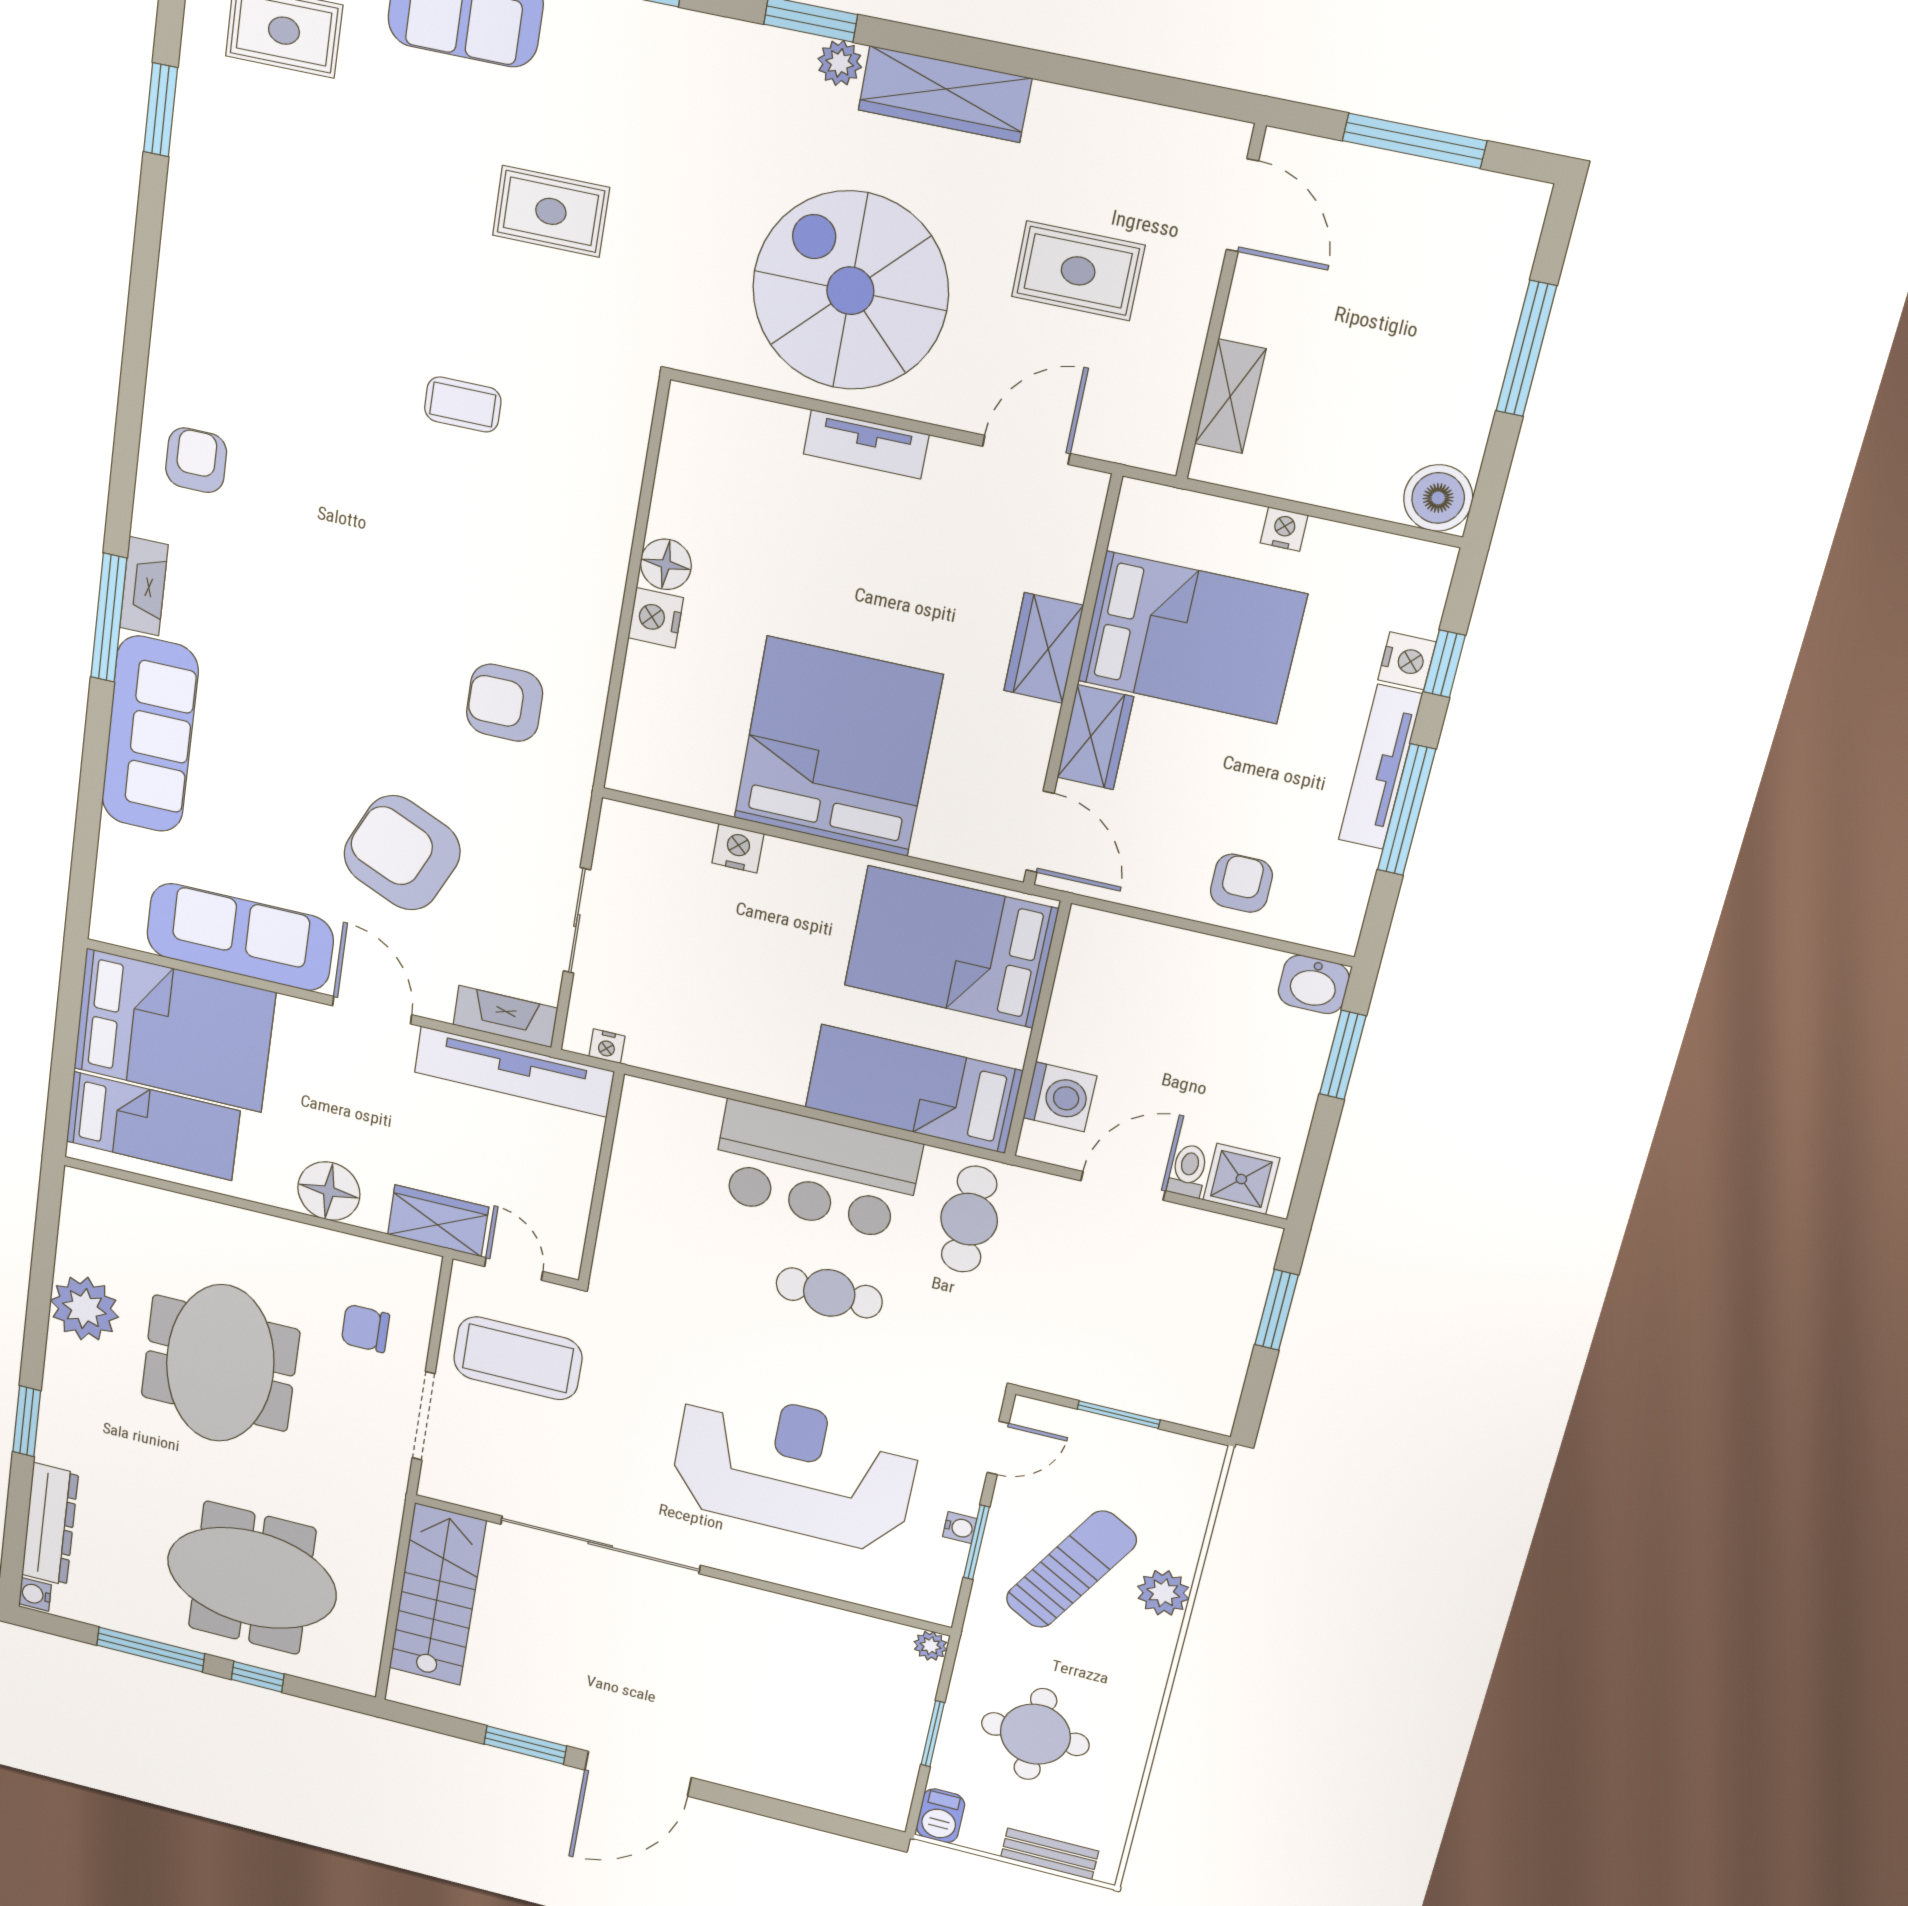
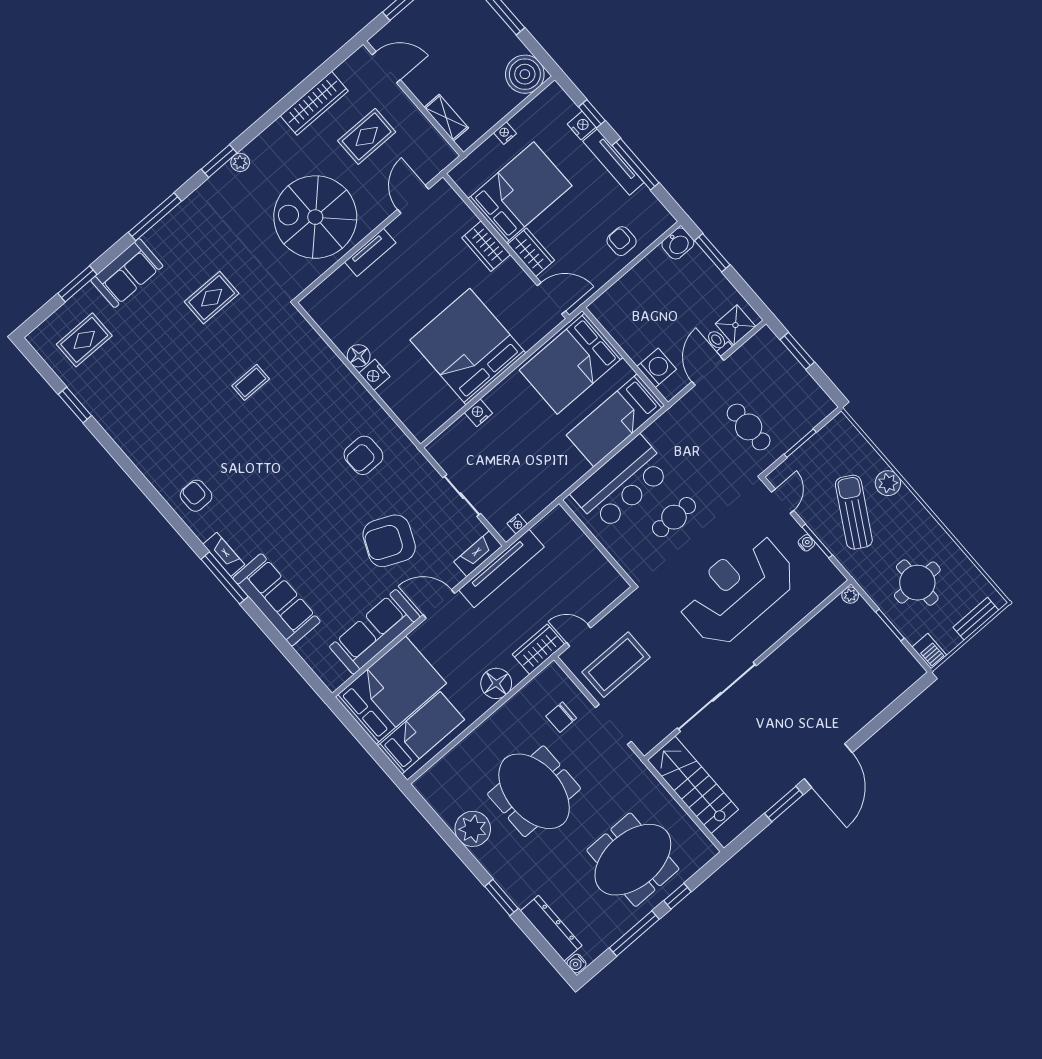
wardrobe: (945, 94) -> (314, 103), moved
boiler: (1438, 498) -> (525, 74), width x1.37, depth x1.37
wall: (601, 1178) -> (597, 543), moved
cafe table: (969, 1219) -> (749, 427), moved

